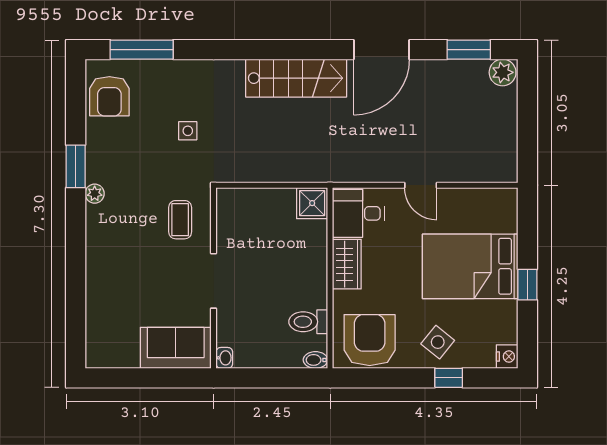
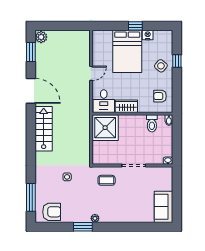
shower: (312, 203) -> (105, 128), width x1.86, depth x1.86
armchair: (370, 340) -> (160, 96), width x0.53, depth x0.53
sofa: (176, 348) -> (163, 207), moved
nightstand: (507, 357) -> (148, 35), moved

